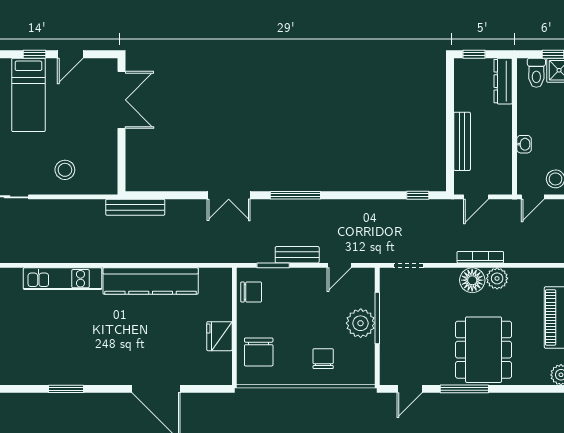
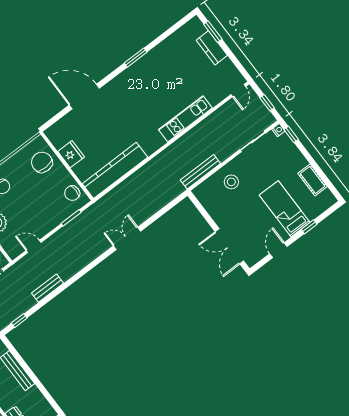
window: (35, 54) -> (309, 227), moved
window: (295, 195) -> (89, 267), removed
bench: (135, 207) -> (200, 172), moved
bench: (297, 255) -> (47, 288), moved
door: (339, 265) -> (34, 246), hinge flipped
kitchen counter: (151, 281) -> (115, 170), moved

